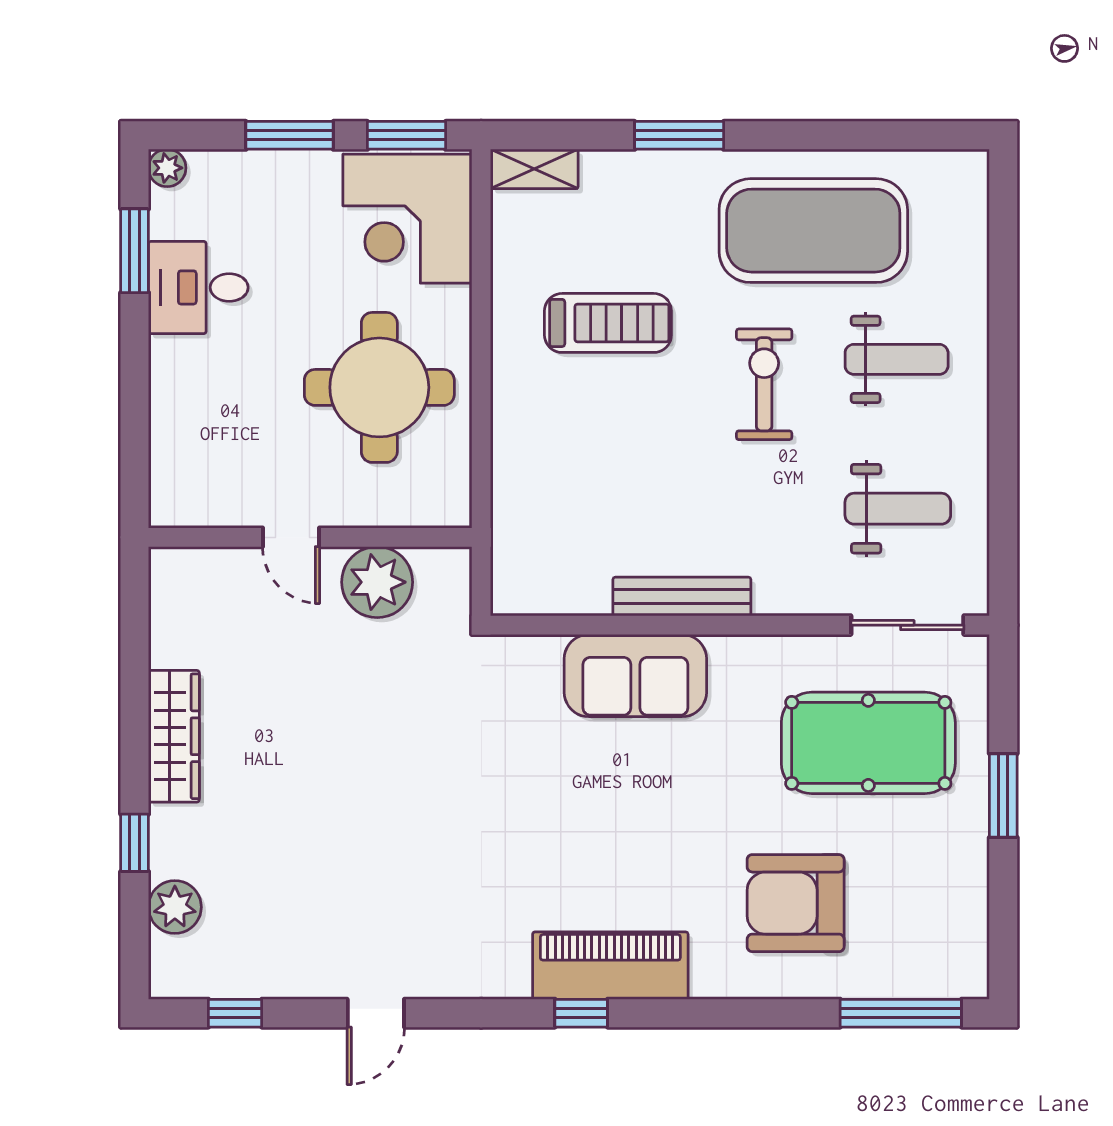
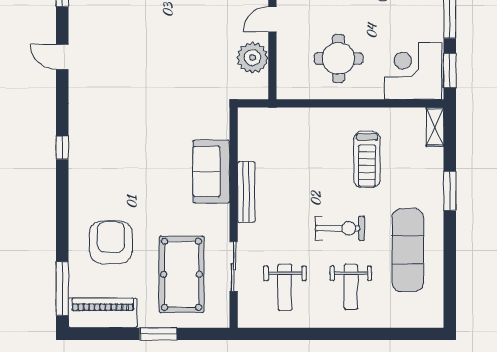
exercise mat: (813, 231) -> (408, 250), width x0.68
round table: (379, 387) -> (338, 58), width x0.73, depth x0.73
sliding door: (907, 625) -> (234, 266), moved
piano: (610, 966) -> (103, 313), moved, turned -90

